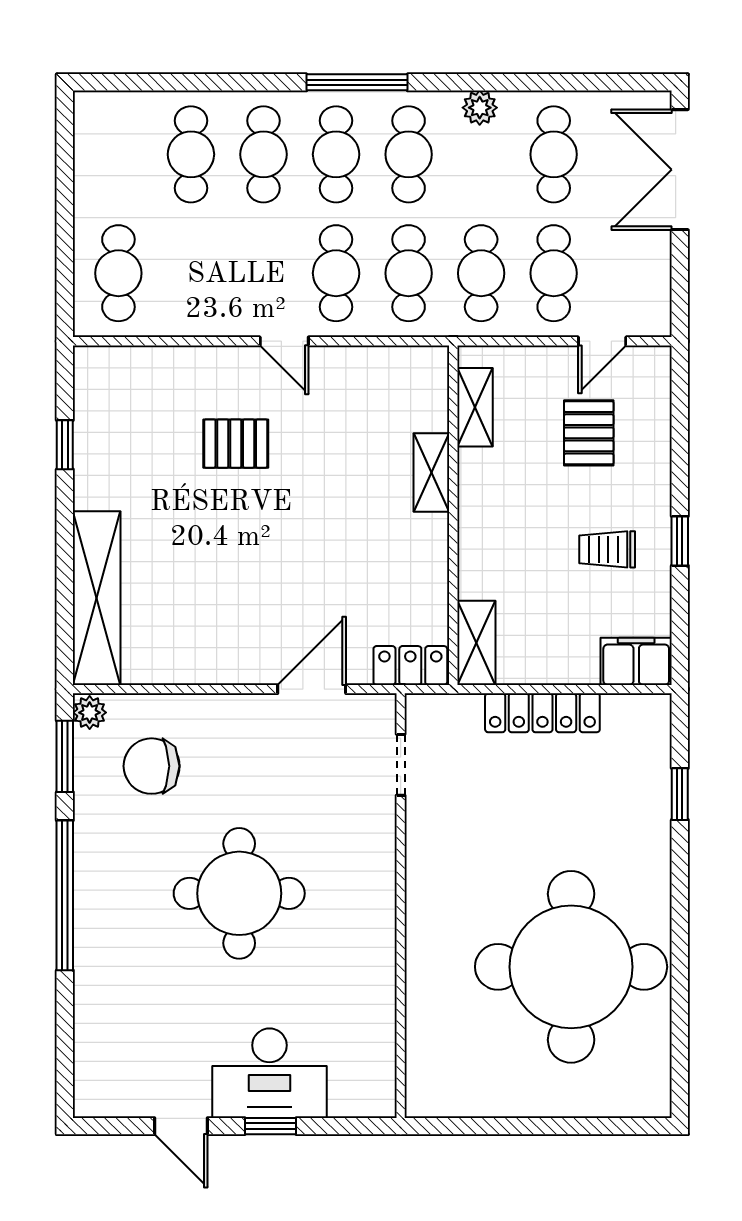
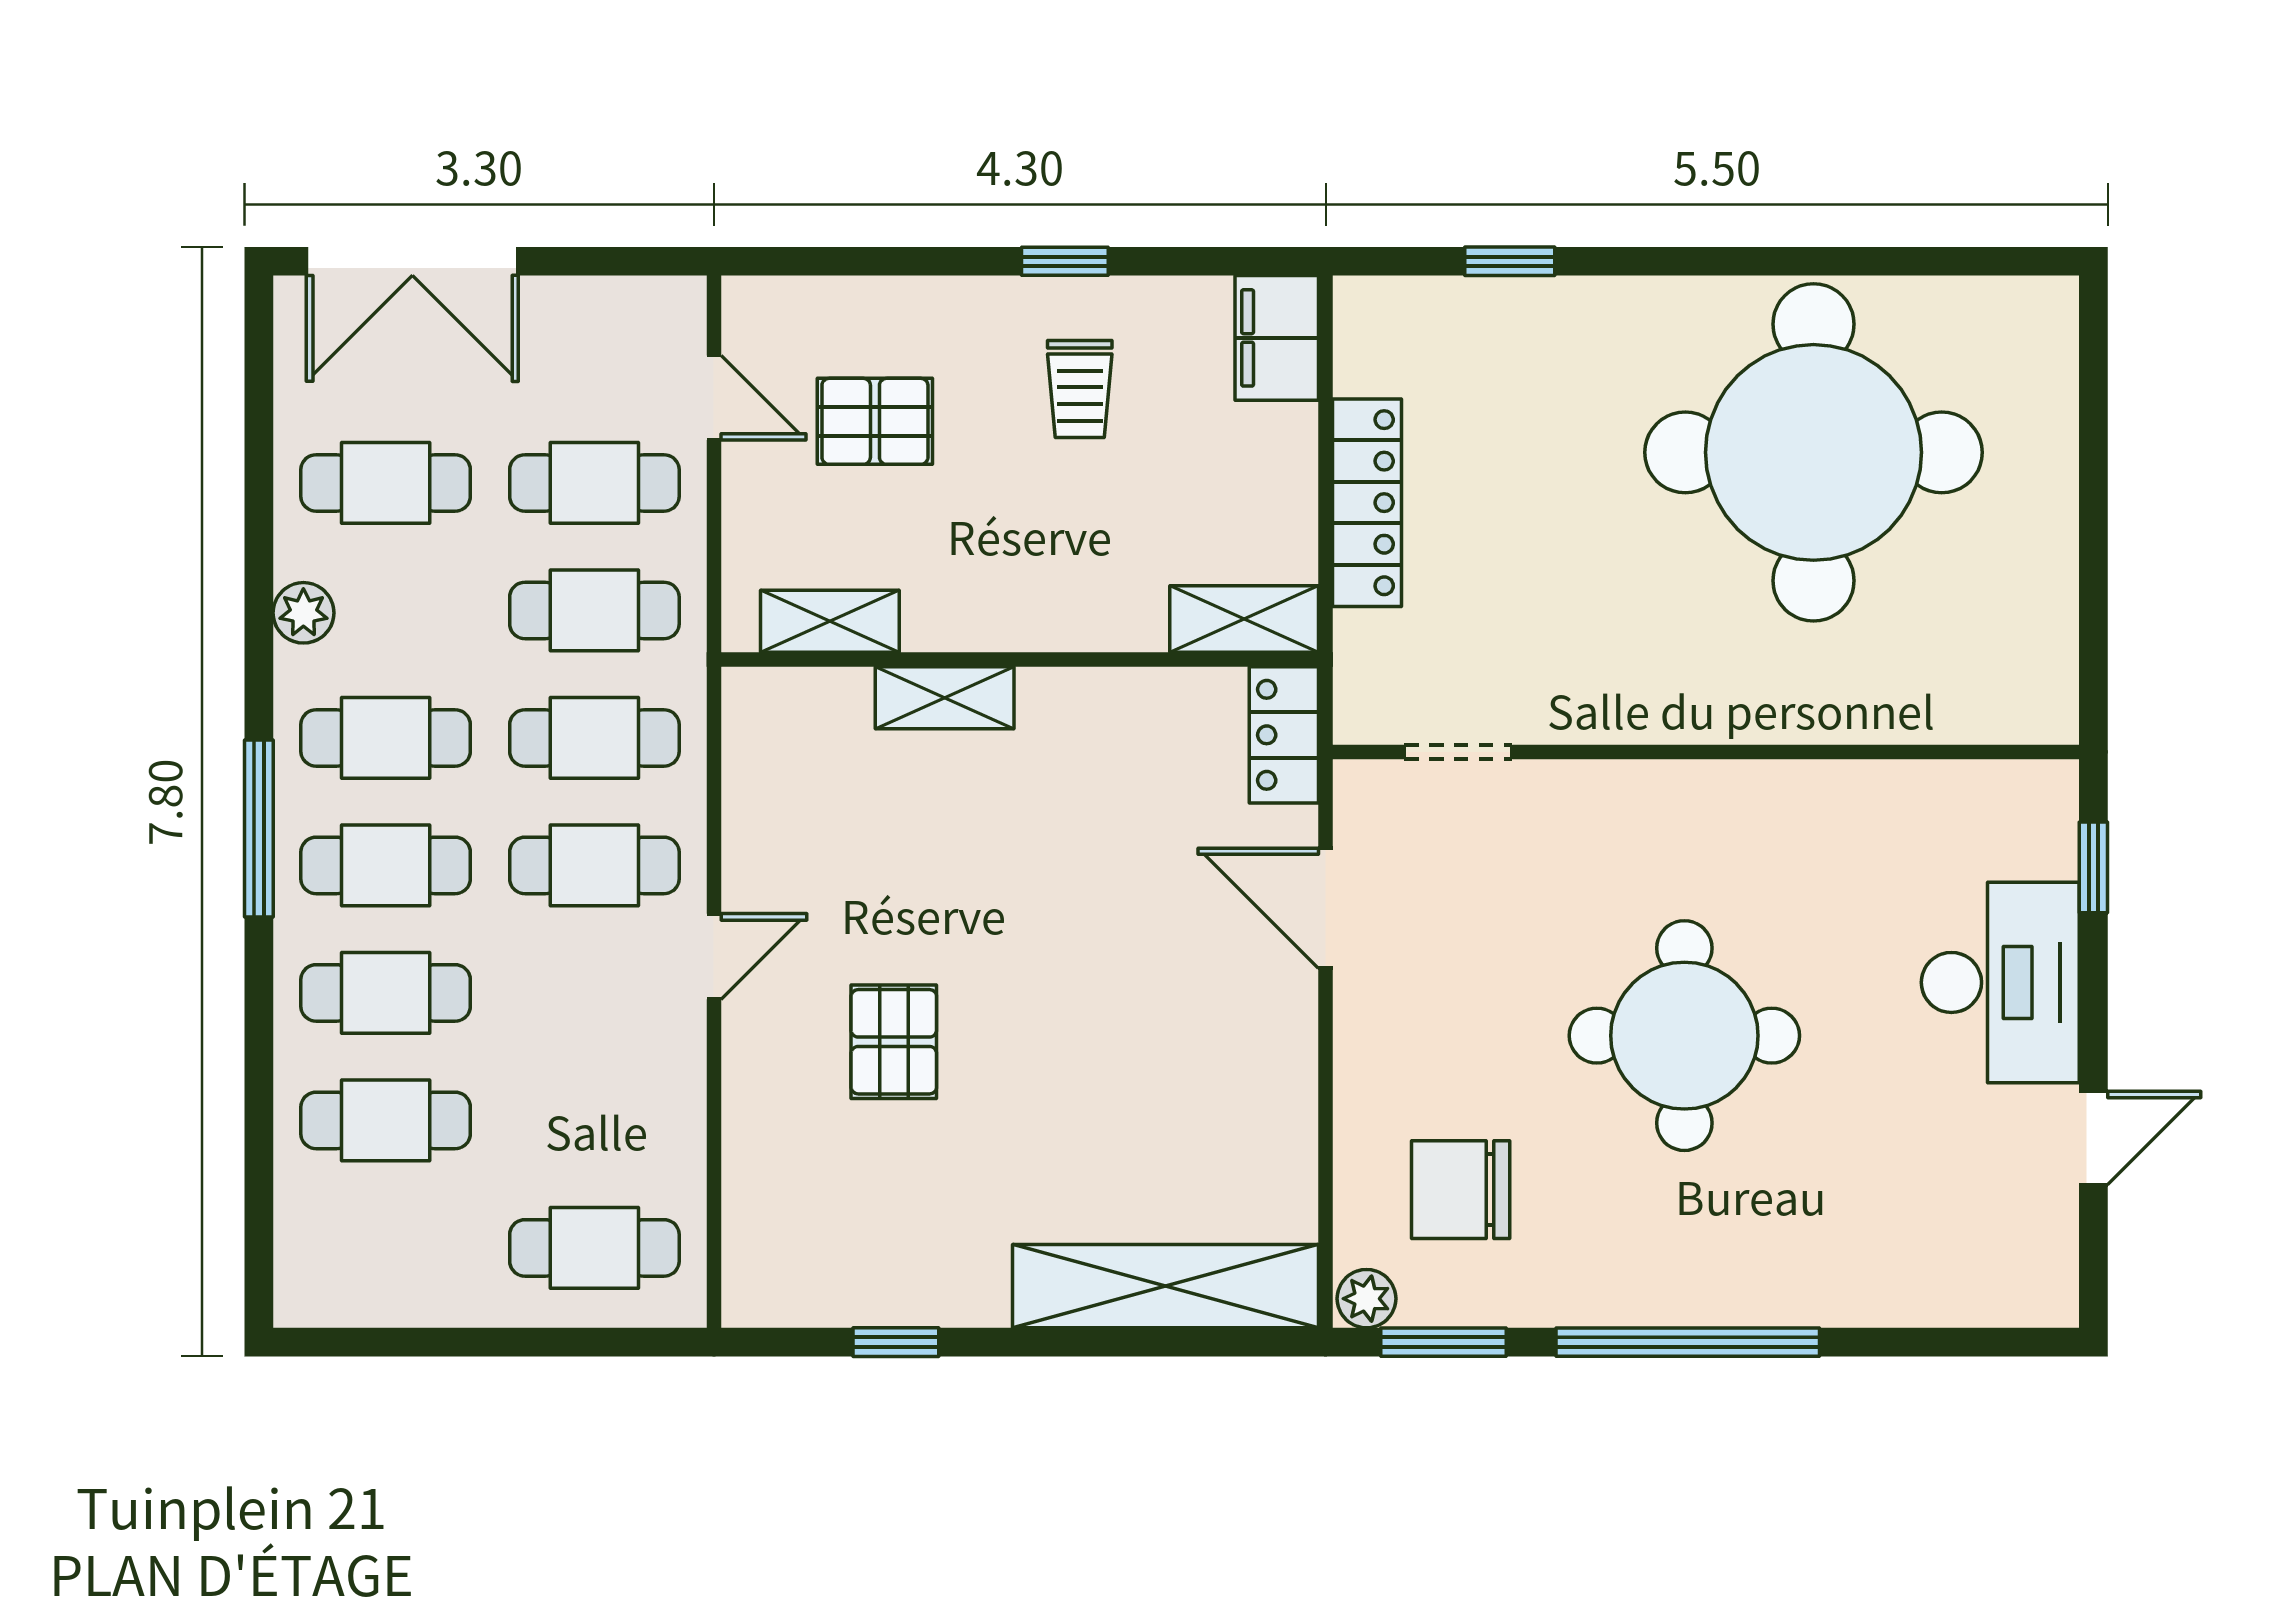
chair: (152, 766) -> (1461, 1190), turned 90
window: (270, 1126) -> (2093, 867), moved

